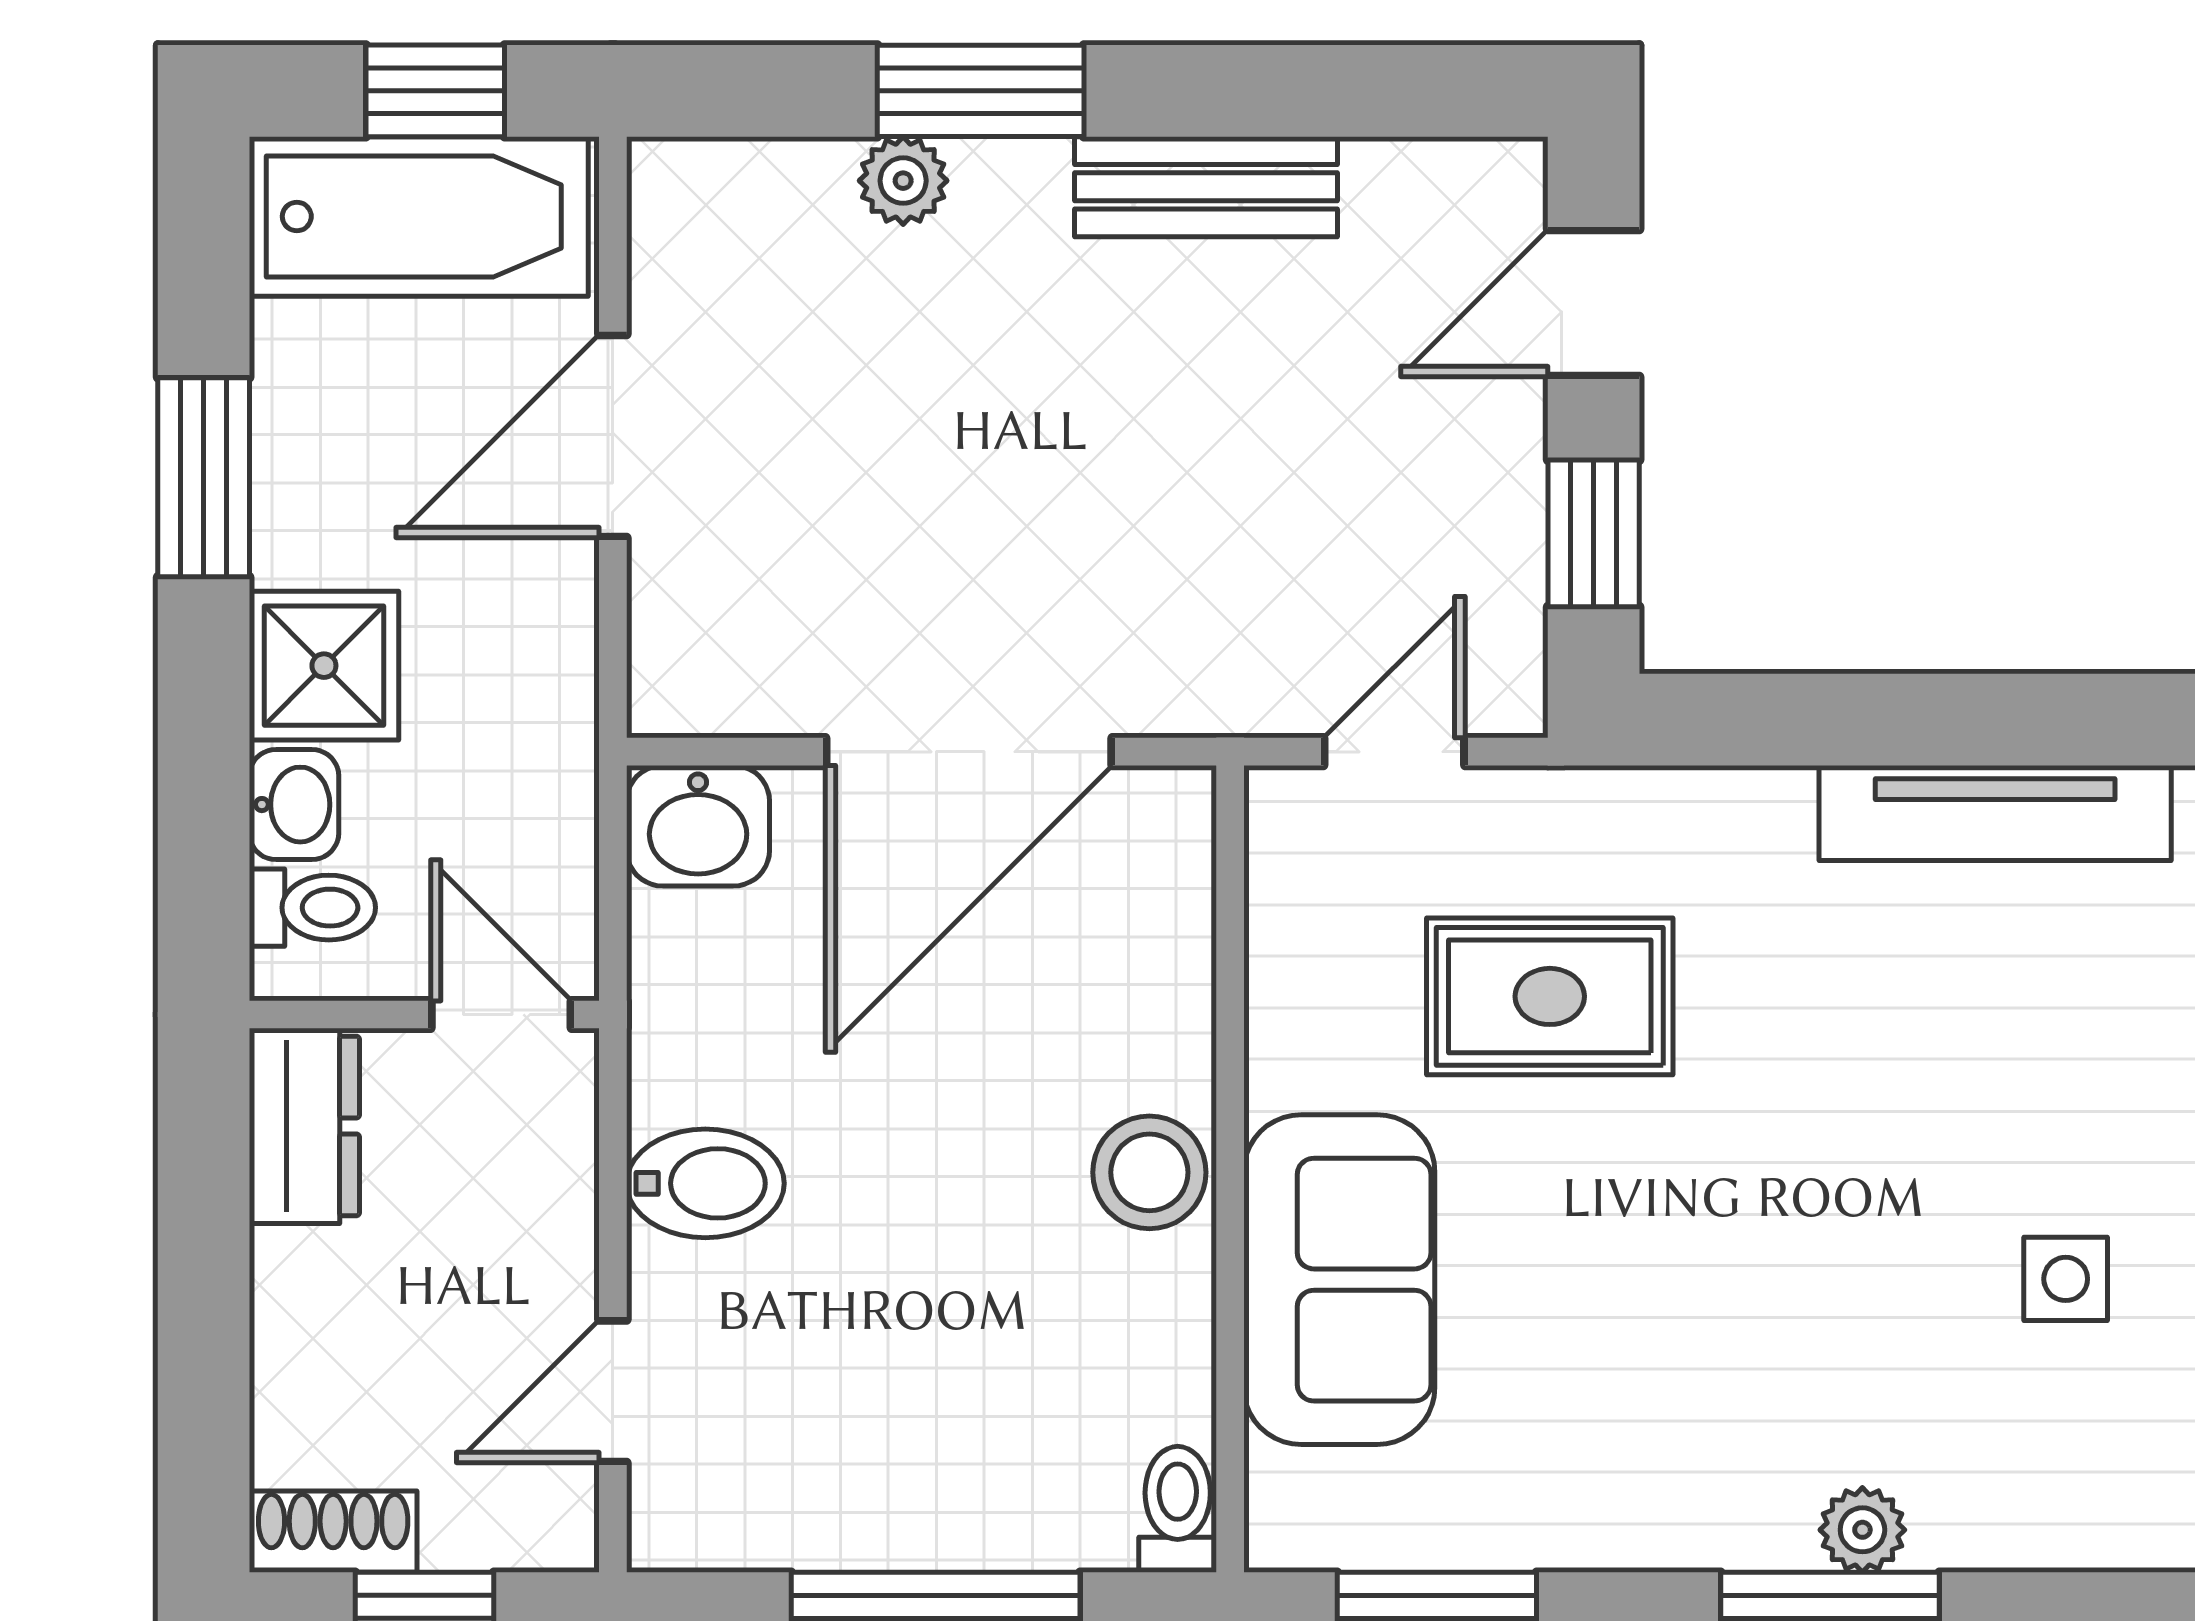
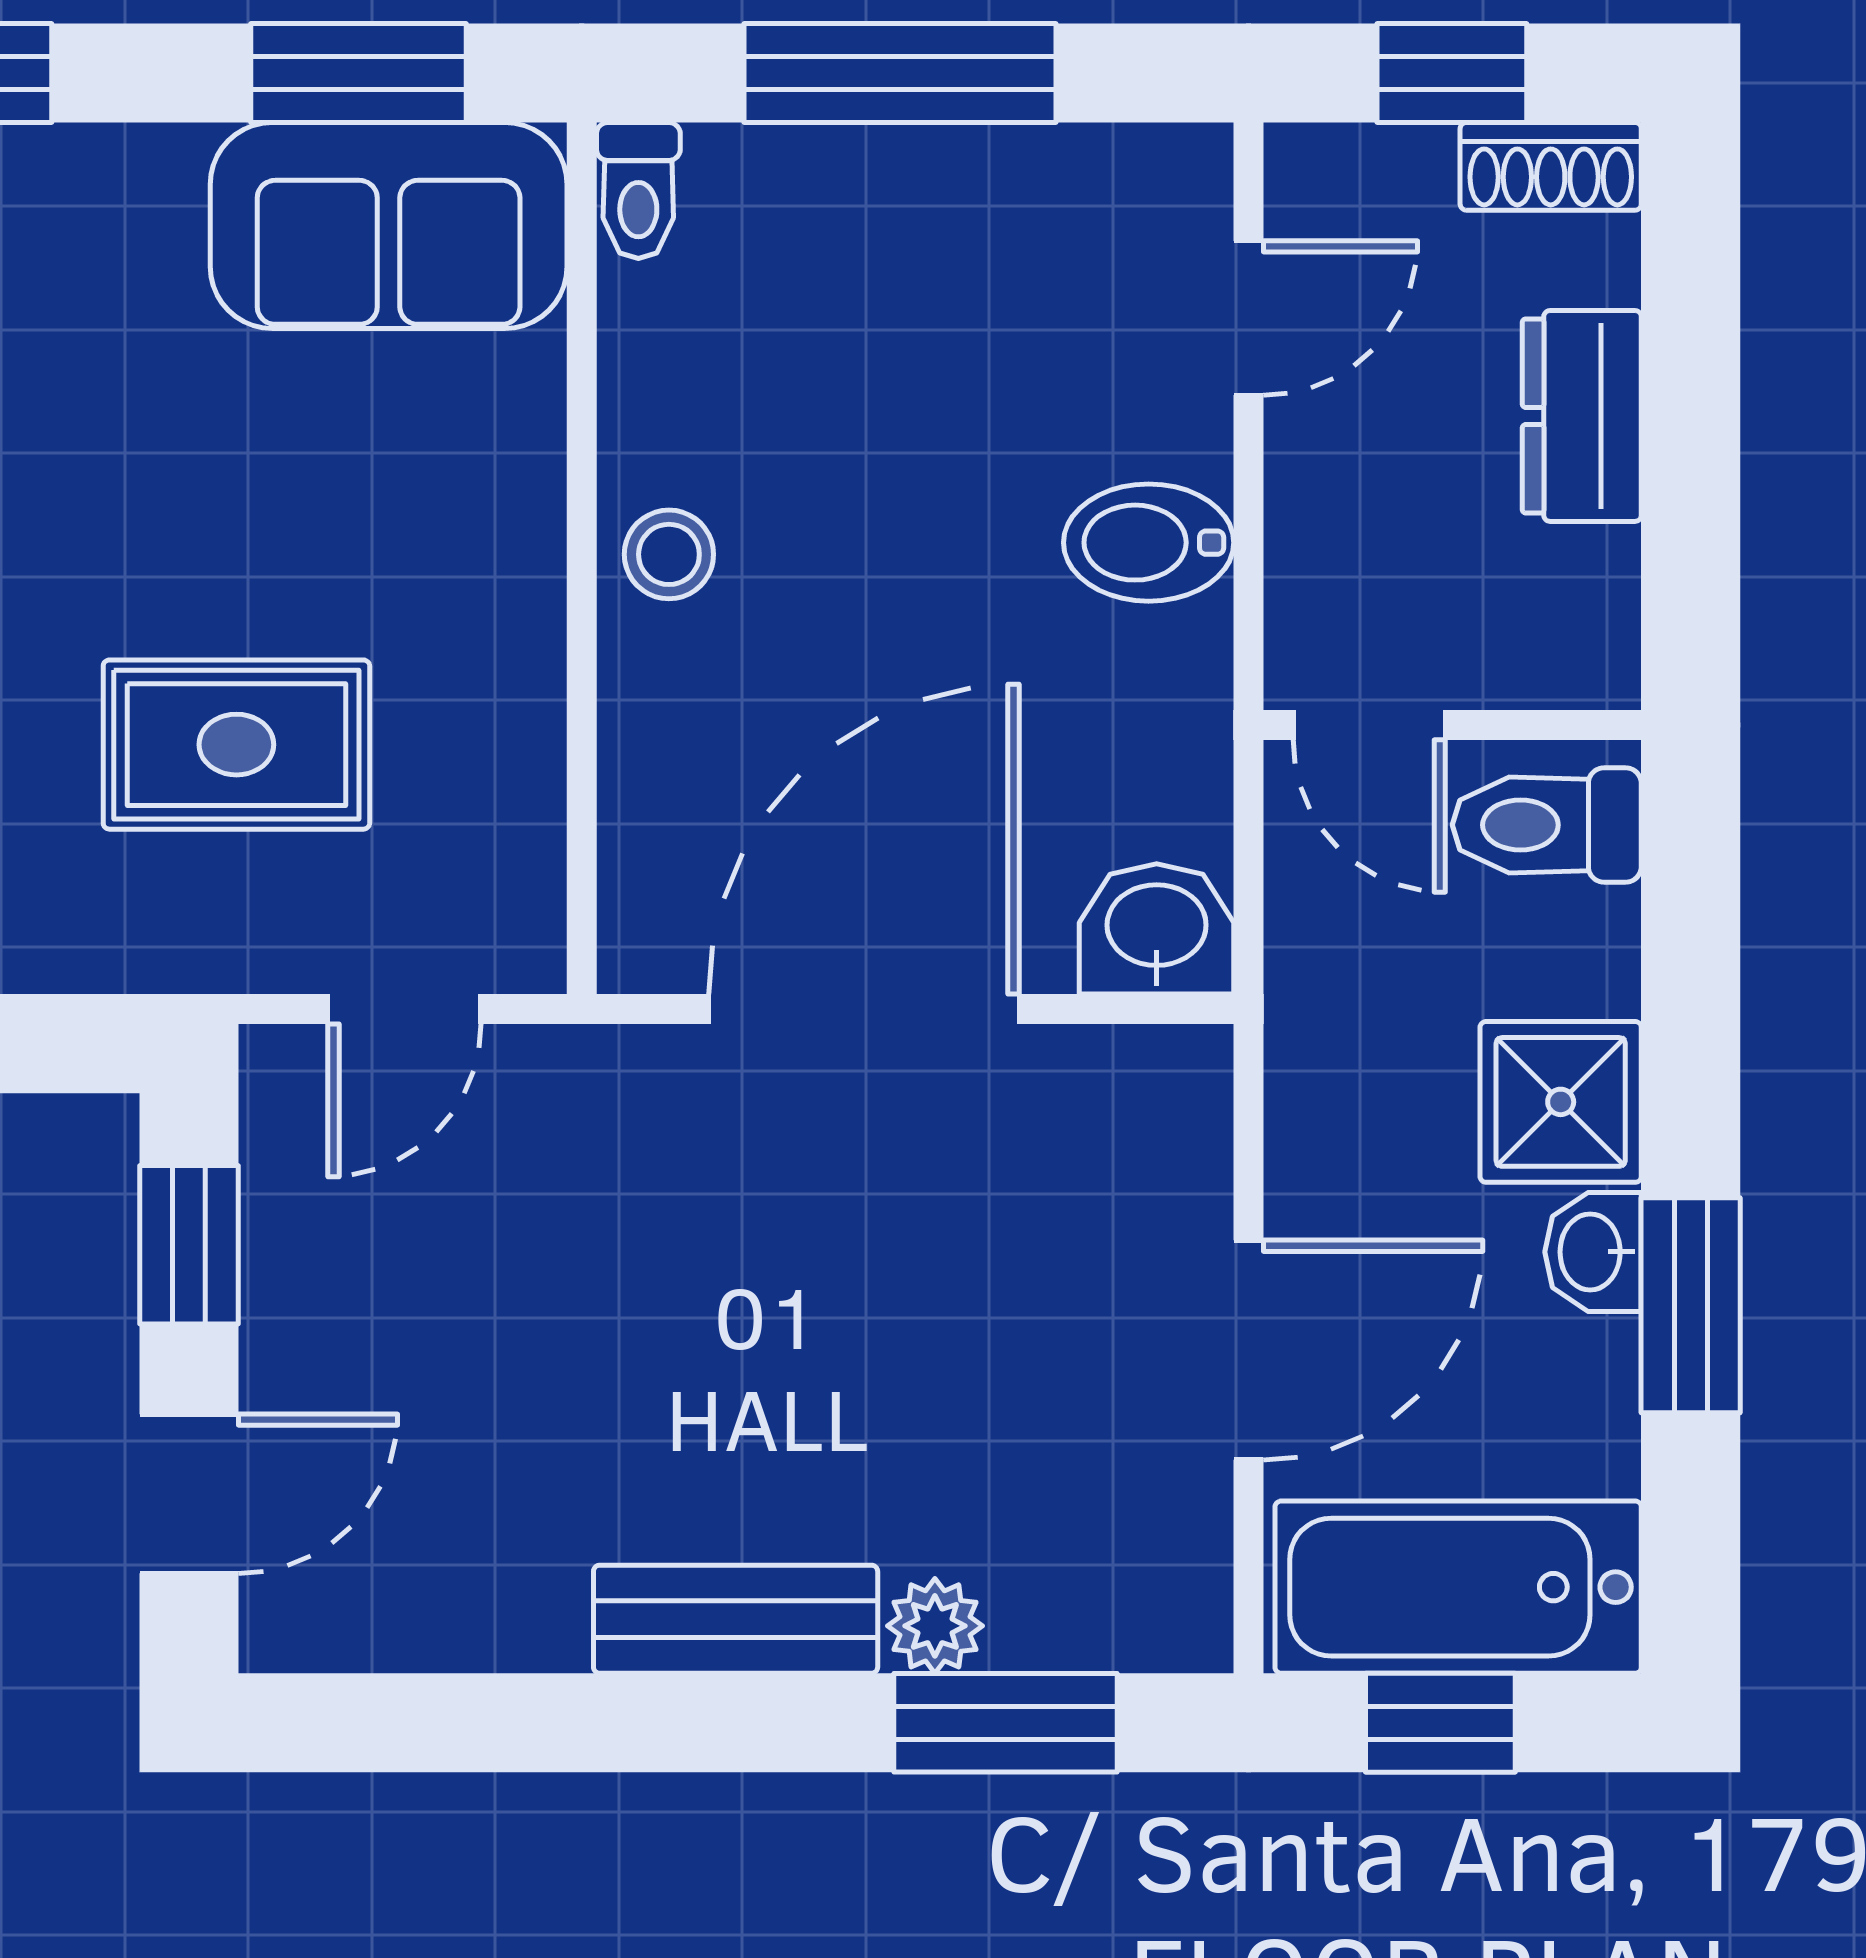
window: (981, 91) -> (1005, 1723), moved
bench: (1206, 187) -> (736, 1619), moved
washbasin: (294, 805) -> (1593, 1252), moved
toilet: (312, 908) -> (1547, 825), width x1.37, depth x1.39
dresser: (304, 1126) -> (1582, 416), moved
stool: (1149, 1172) -> (669, 554), width x0.73, depth x0.73
sofa: (1339, 1280) -> (389, 226), moved, turned -90

